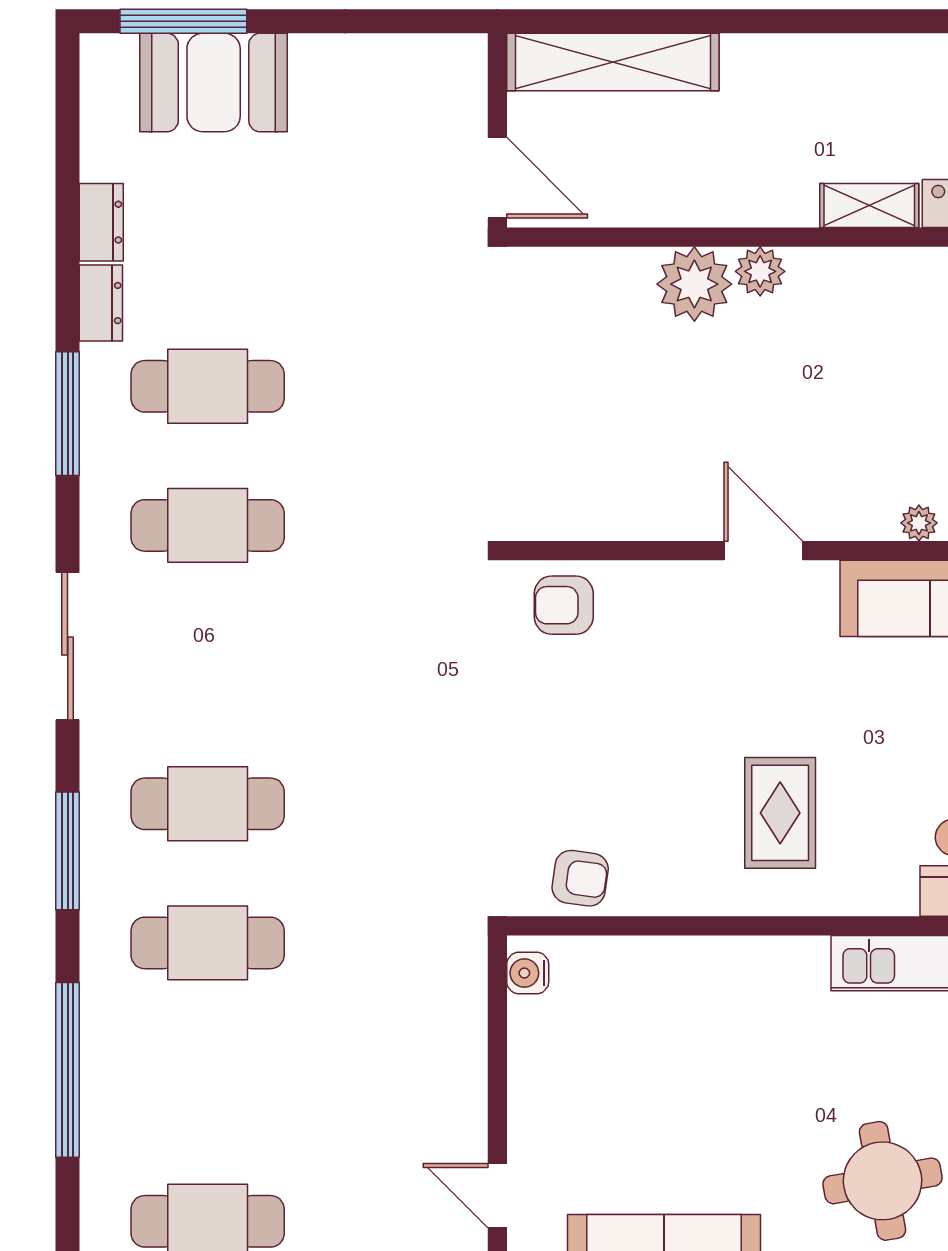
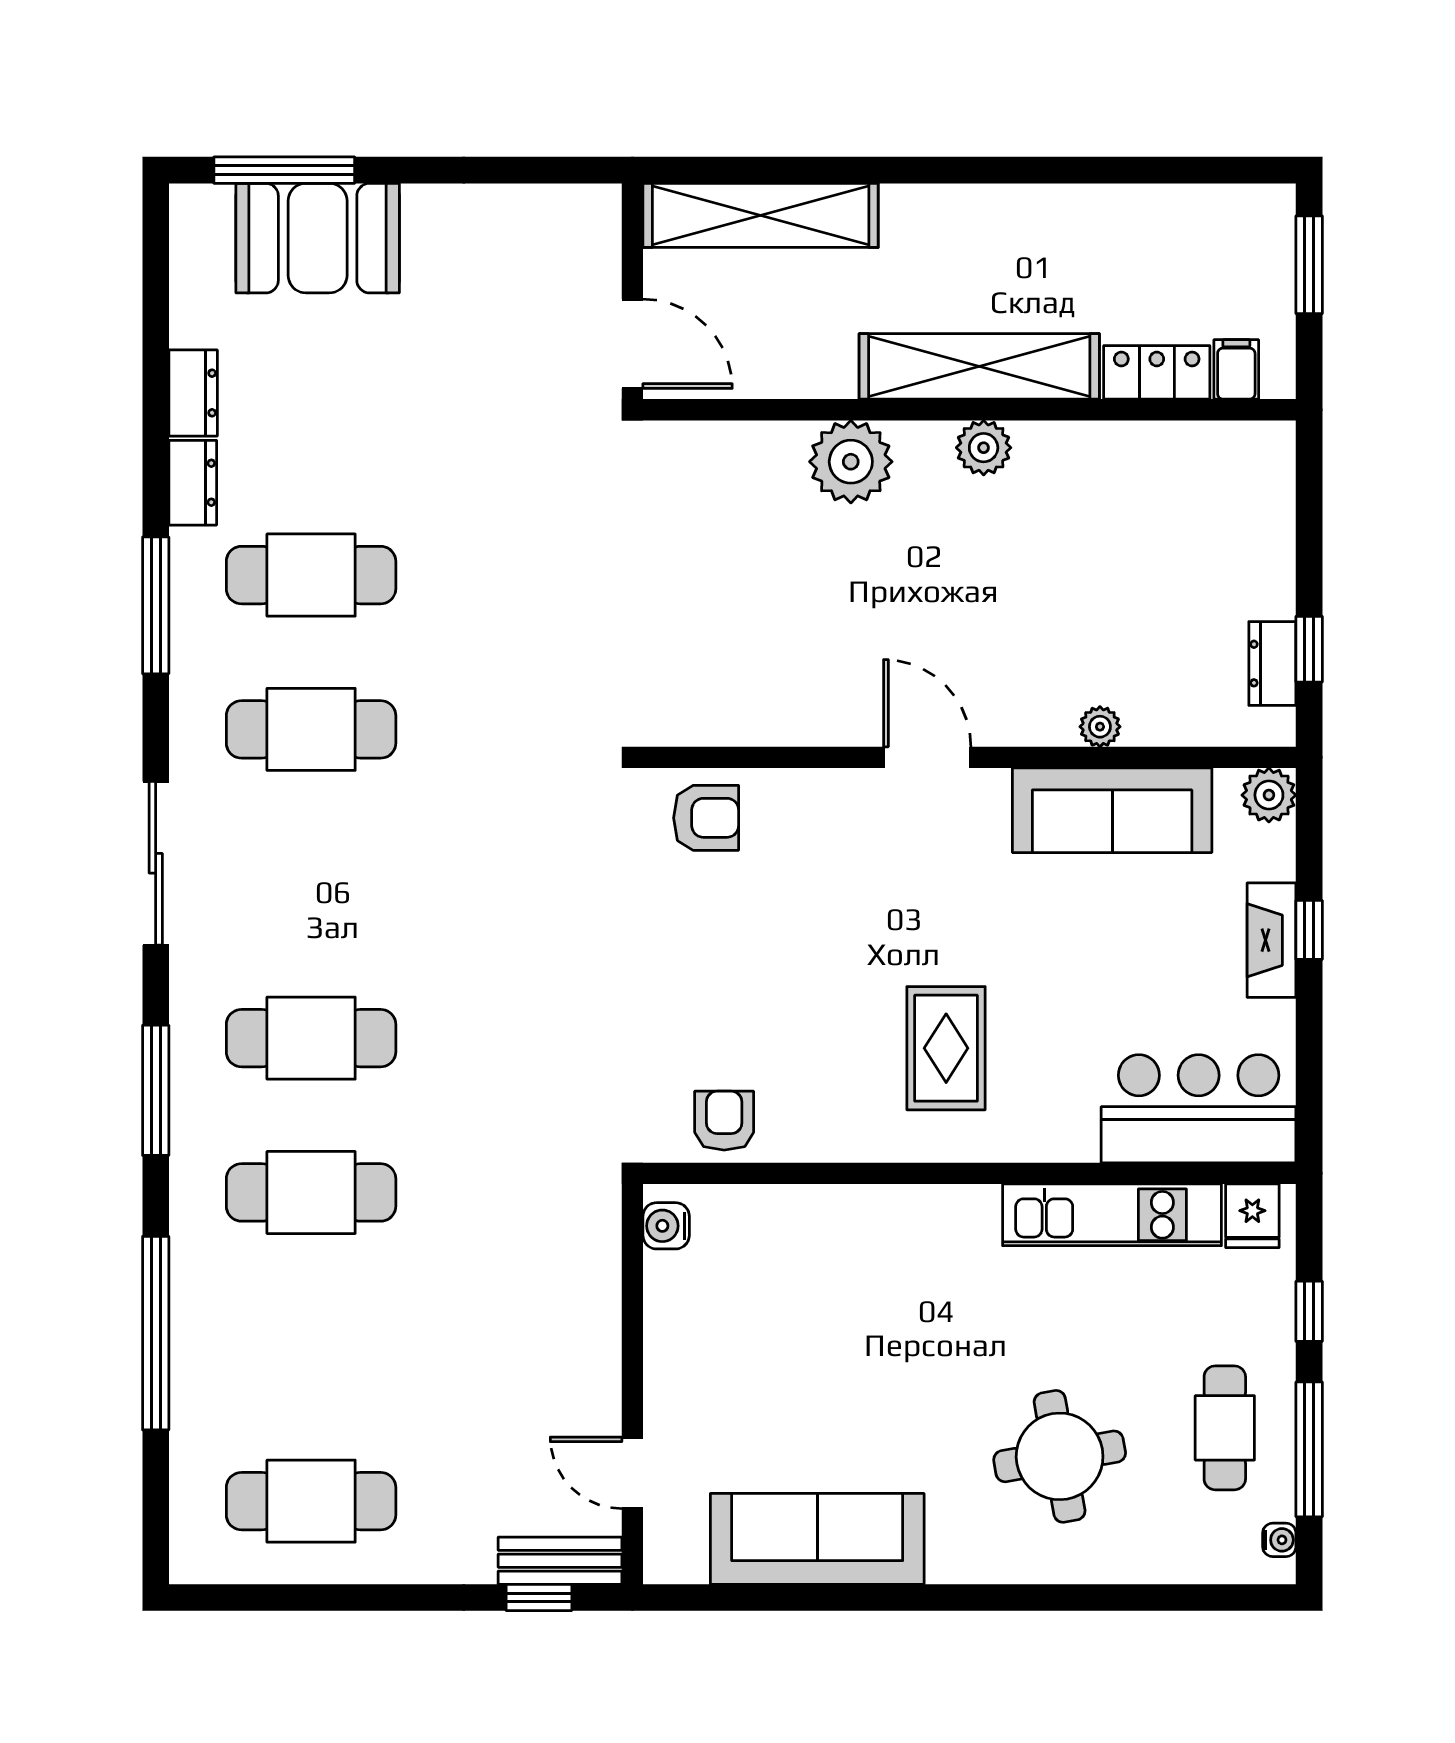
shelving: (869, 206) -> (979, 366), width x2.20, depth x1.33
plant: (760, 271) -> (984, 448), moved
armchair: (564, 605) -> (706, 818), turned 180
armchair: (580, 878) -> (724, 1121), turned -98

